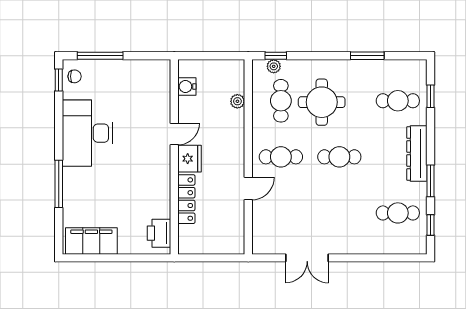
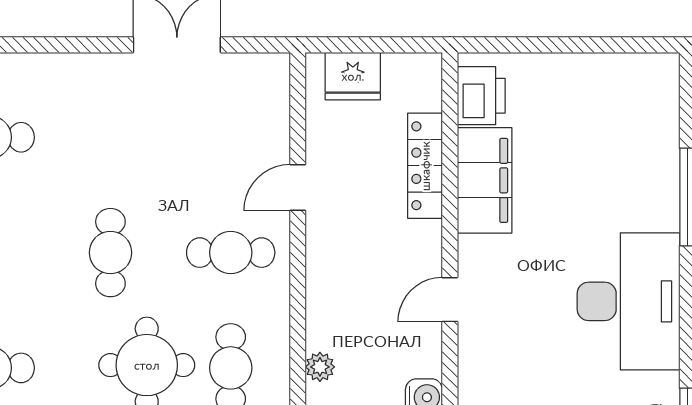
cafe table: (339, 157) -> (110, 253), turned 90
fridge: (189, 159) -> (353, 76), moved, turned -90
filing cabinet: (91, 241) -> (485, 180), moved, turned -90

